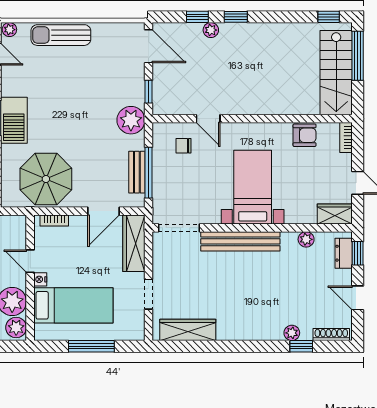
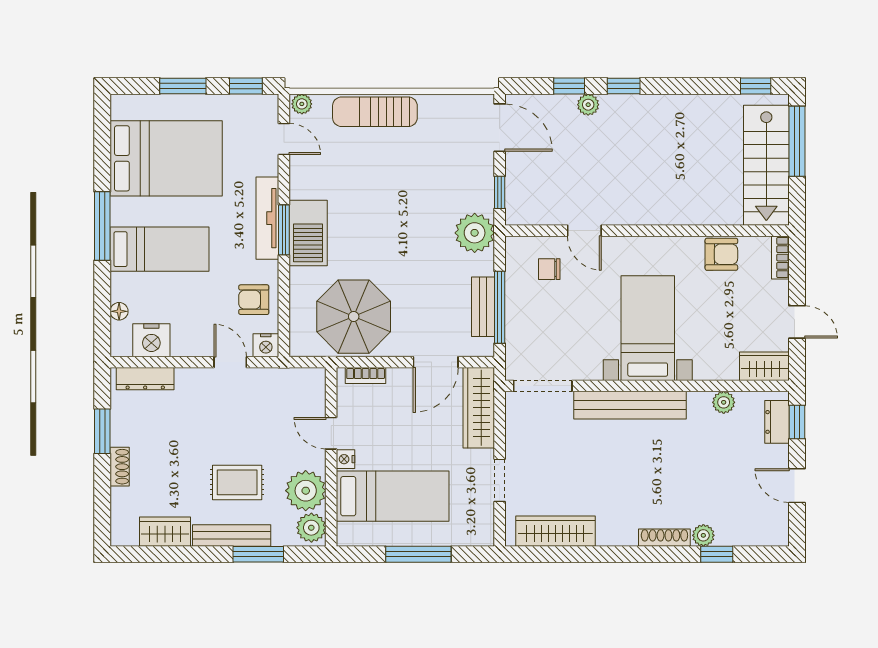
shoe rack: (331, 335) -> (664, 538), moved

